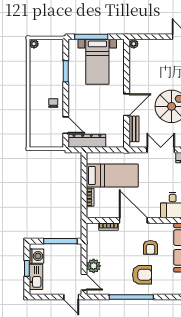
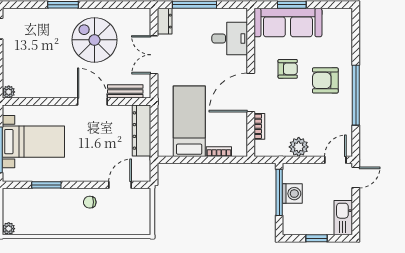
dresser: (87, 141) -> (142, 130), moved
washing machine: (37, 256) -> (292, 194), moved, turned 90
plant: (94, 266) -> (299, 147), moved
armchair: (142, 275) -> (325, 80), turned -90
kitchen sink: (36, 277) -> (343, 218), moved, turned -90

